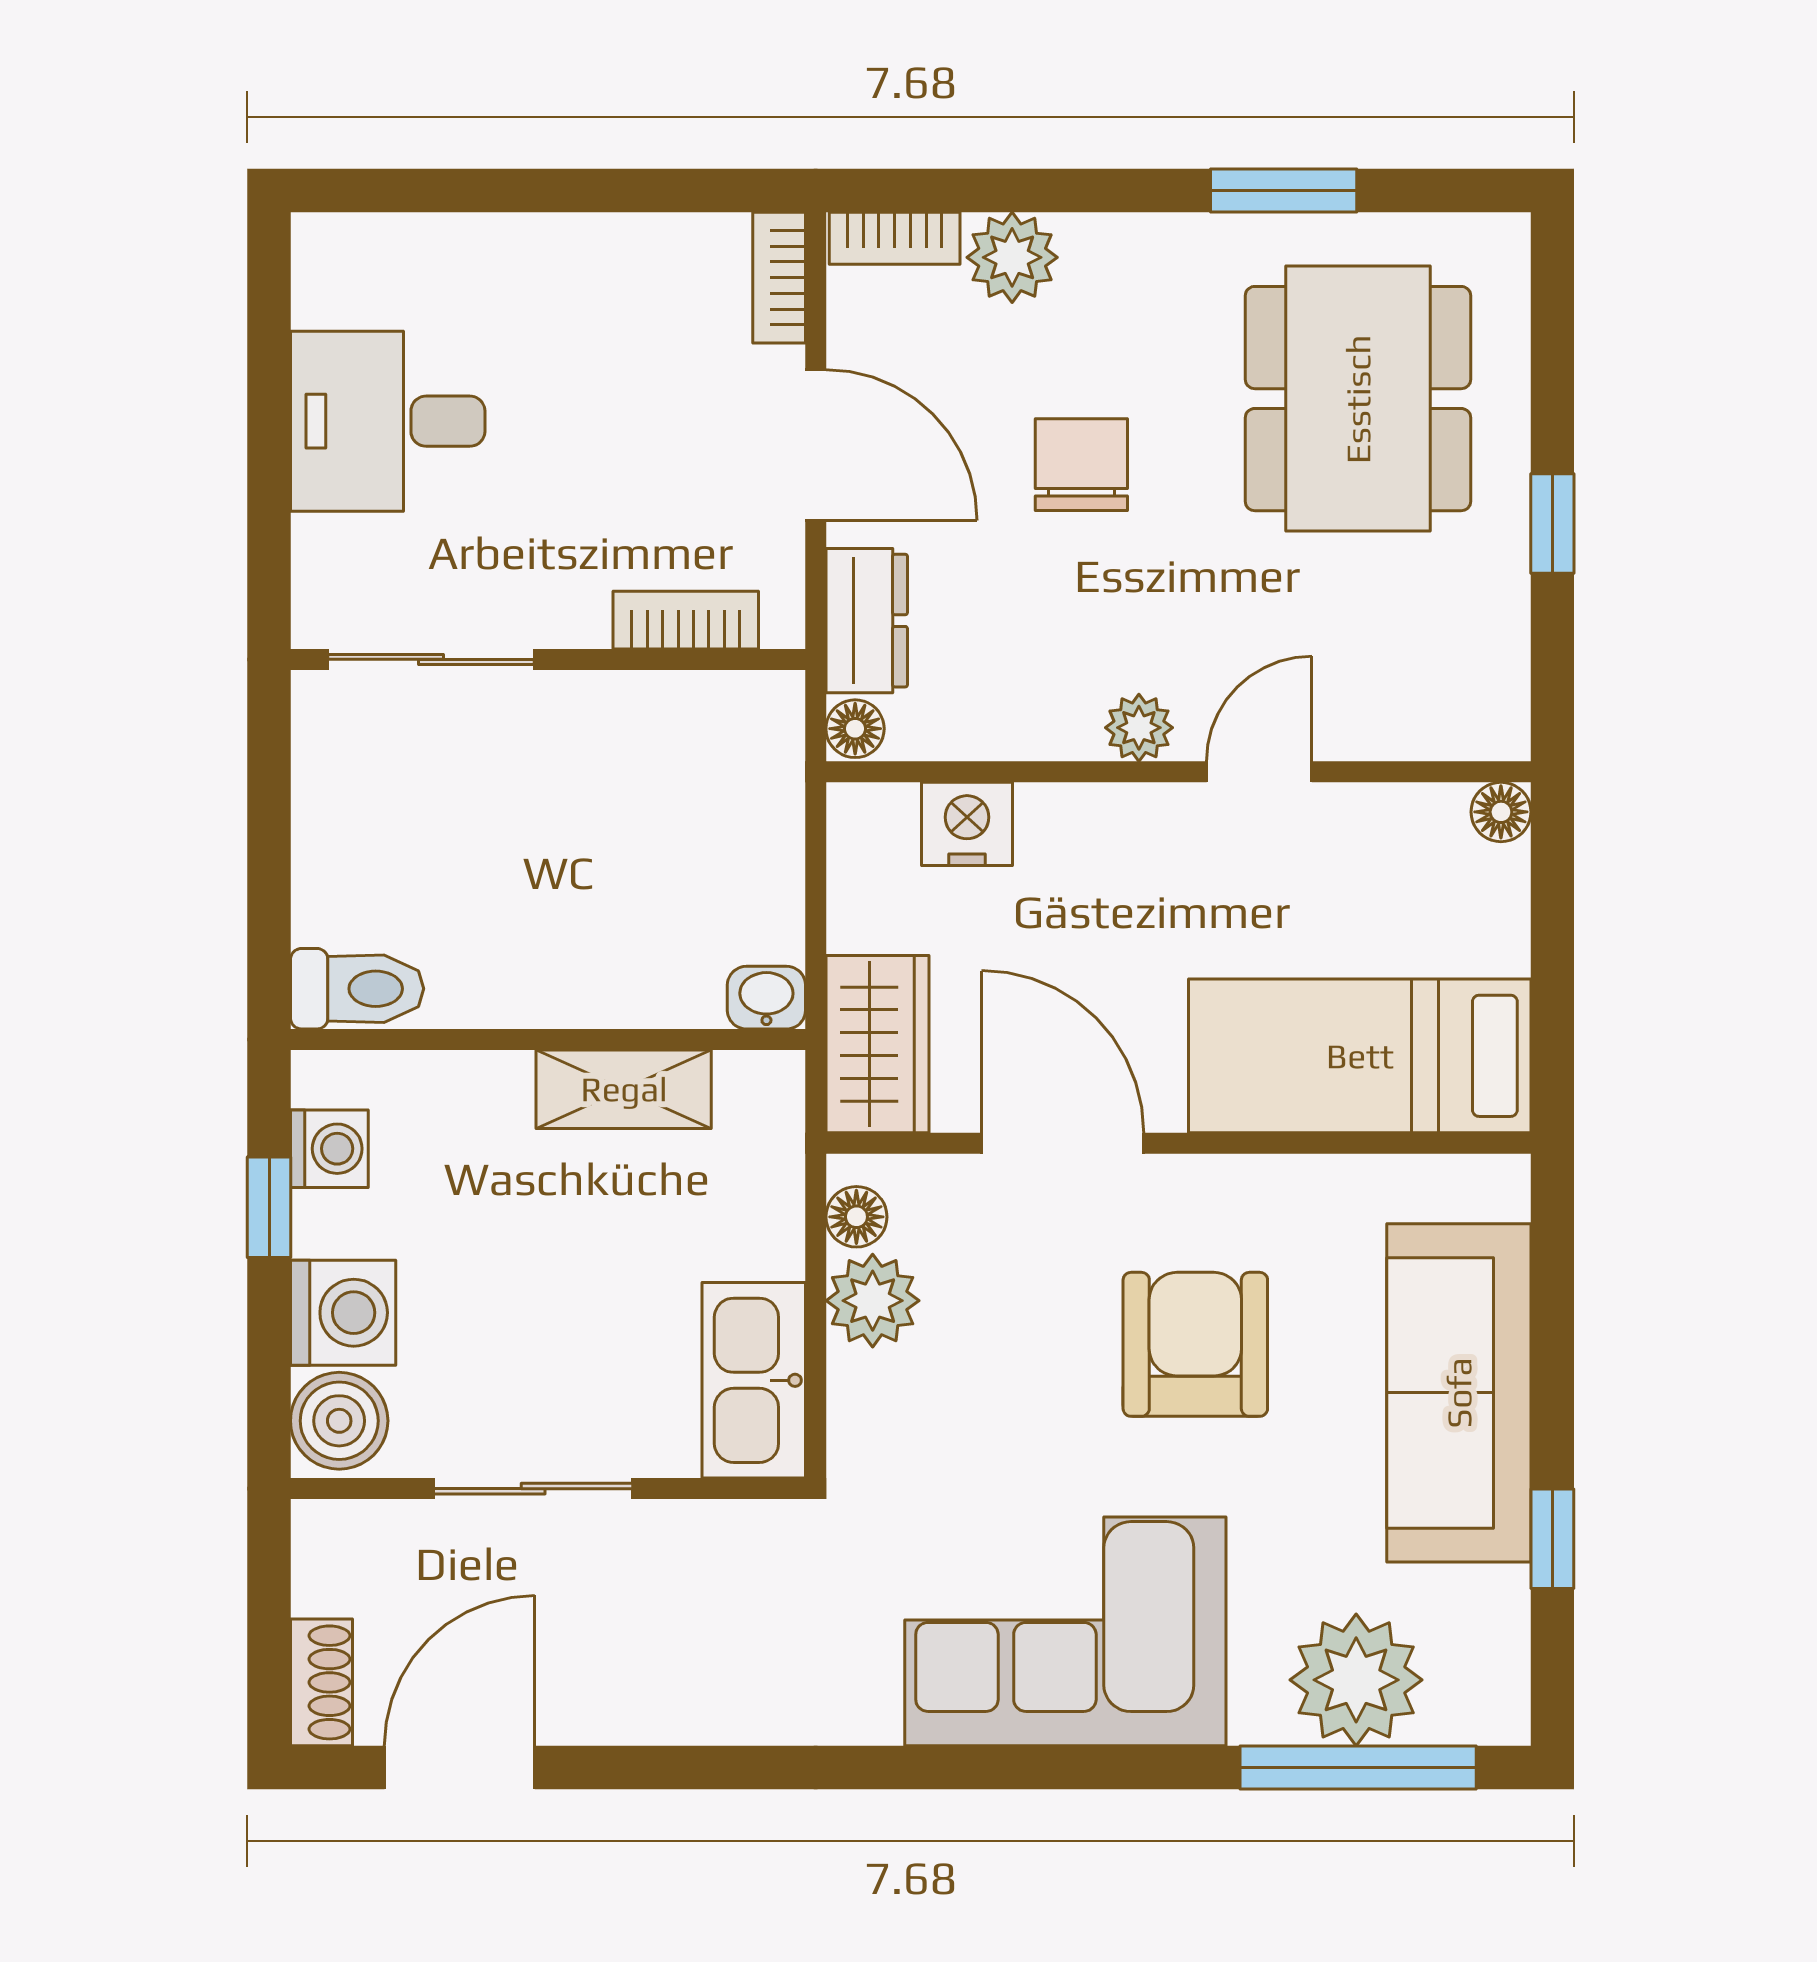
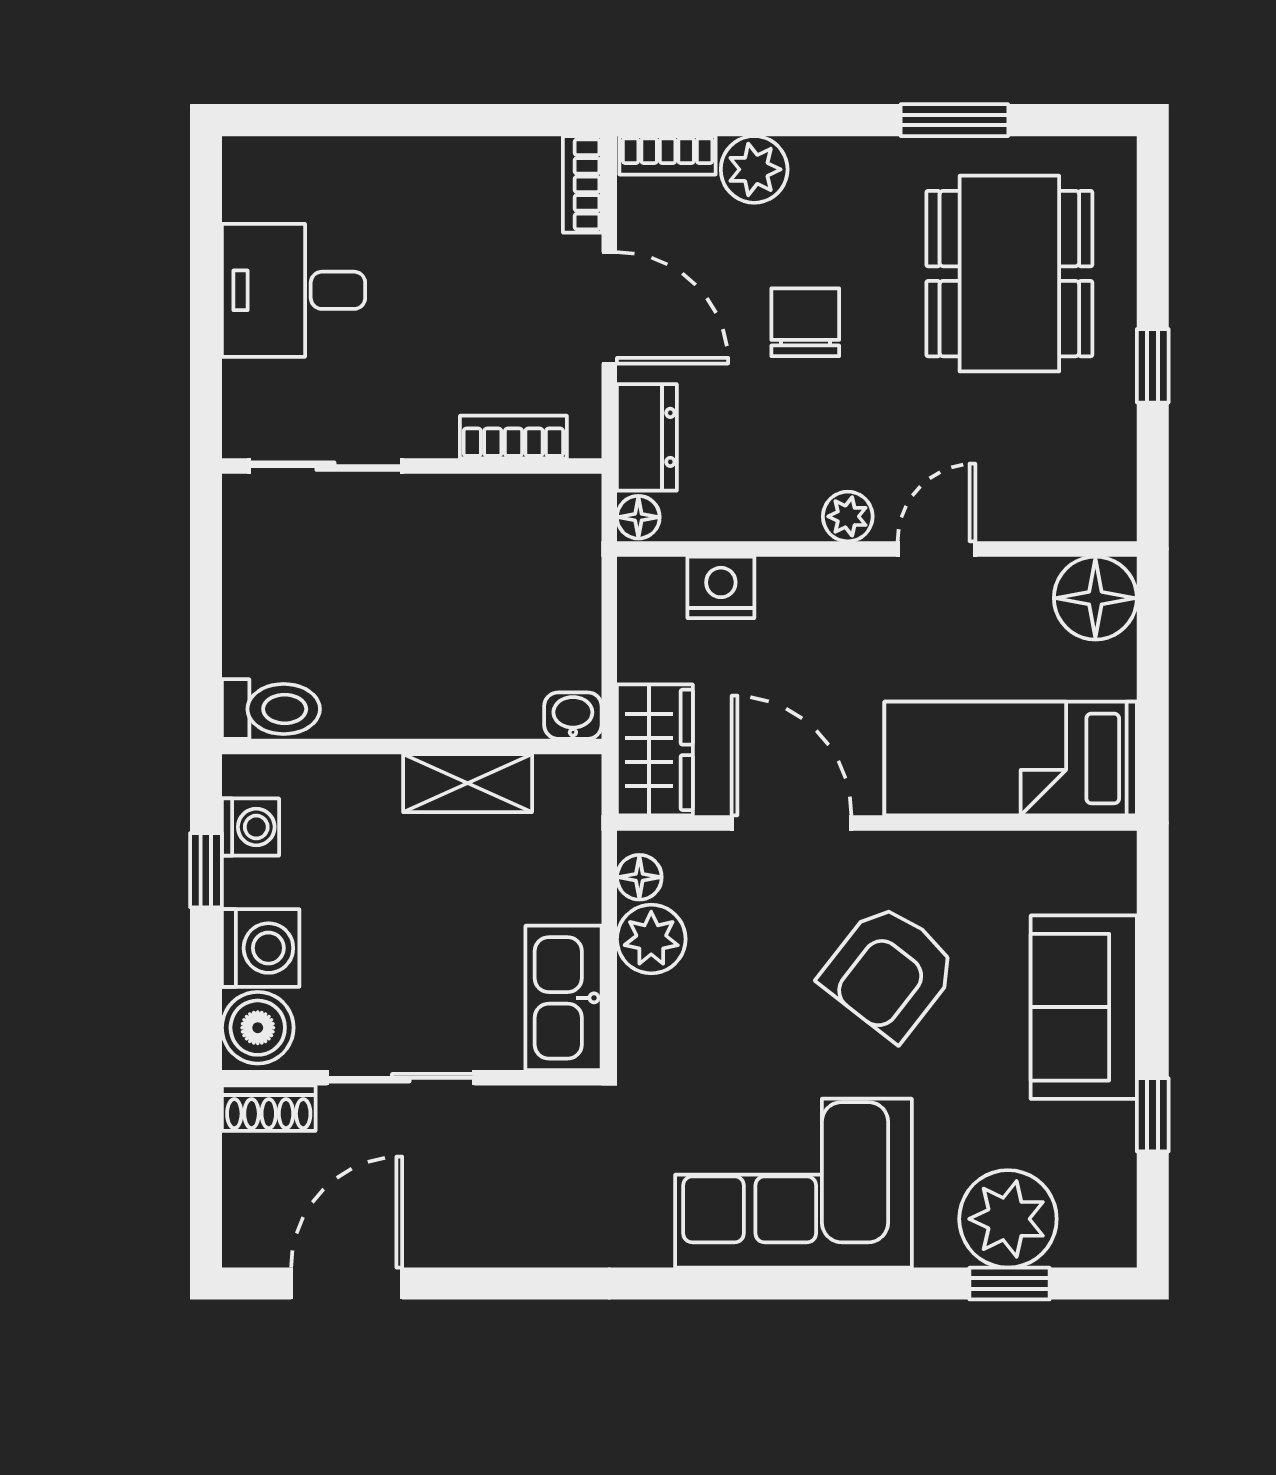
floor lamp: (1501, 812) -> (1095, 598), width x1.89, depth x1.89
armchair: (1195, 1344) -> (889, 971), turned -142
sofa: (1459, 1393) -> (1084, 1007), width x0.73
shoe rack: (321, 1682) -> (269, 1108), moved, turned 90
window: (1358, 1768) -> (1009, 1284), width x0.46

